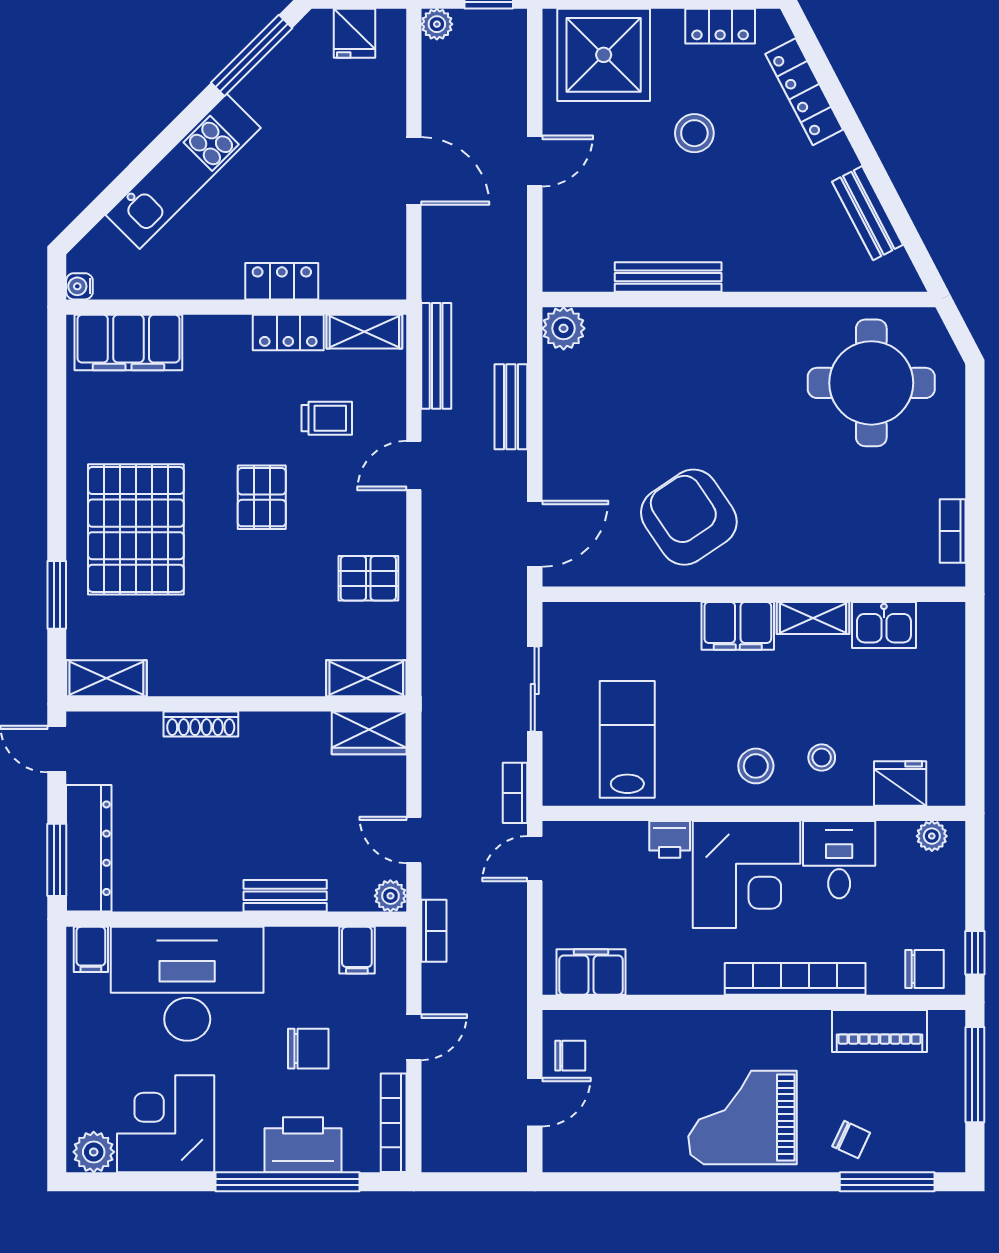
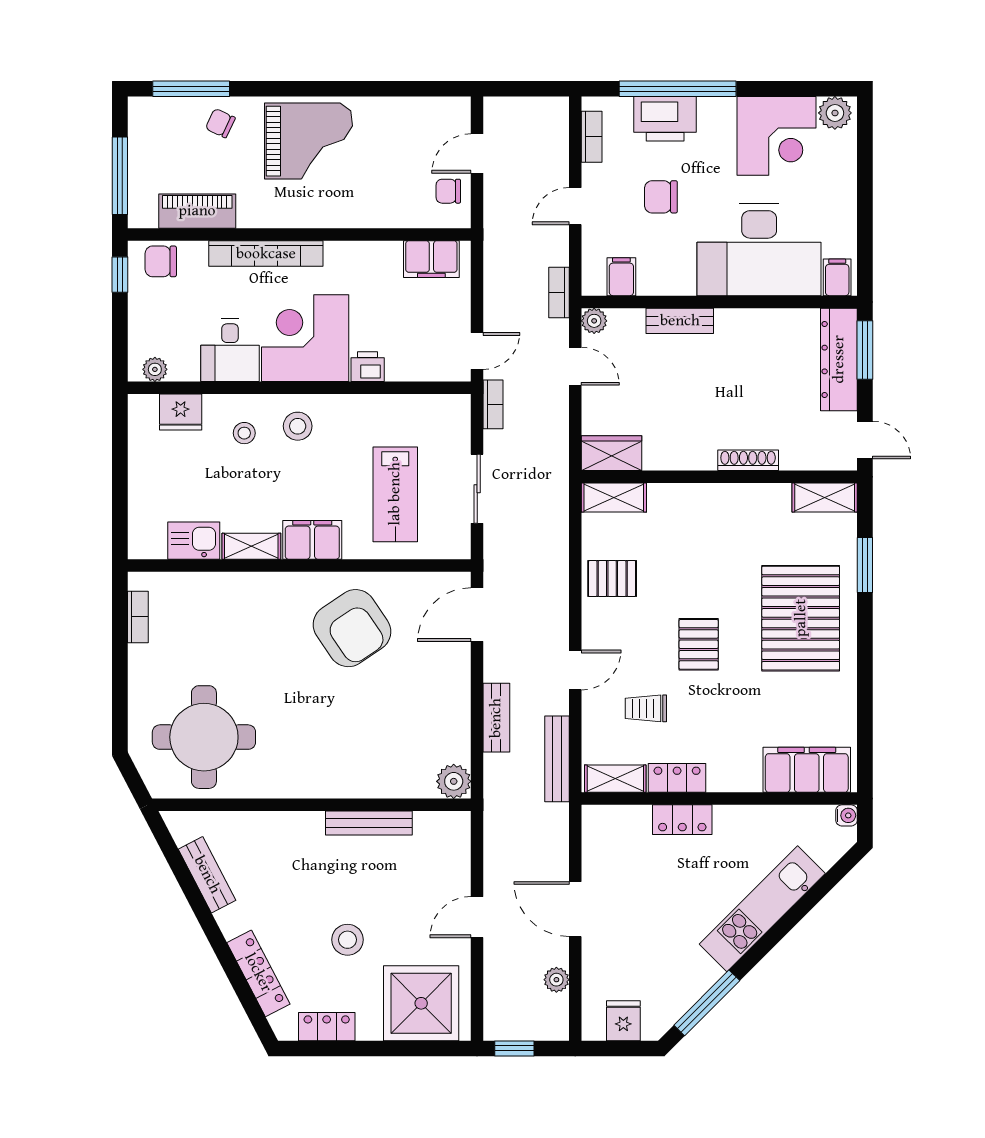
plant: (437, 24) -> (556, 980), moved
lab bench: (627, 739) -> (395, 494), moved
bookcase: (394, 1123) -> (592, 137), width x0.64

